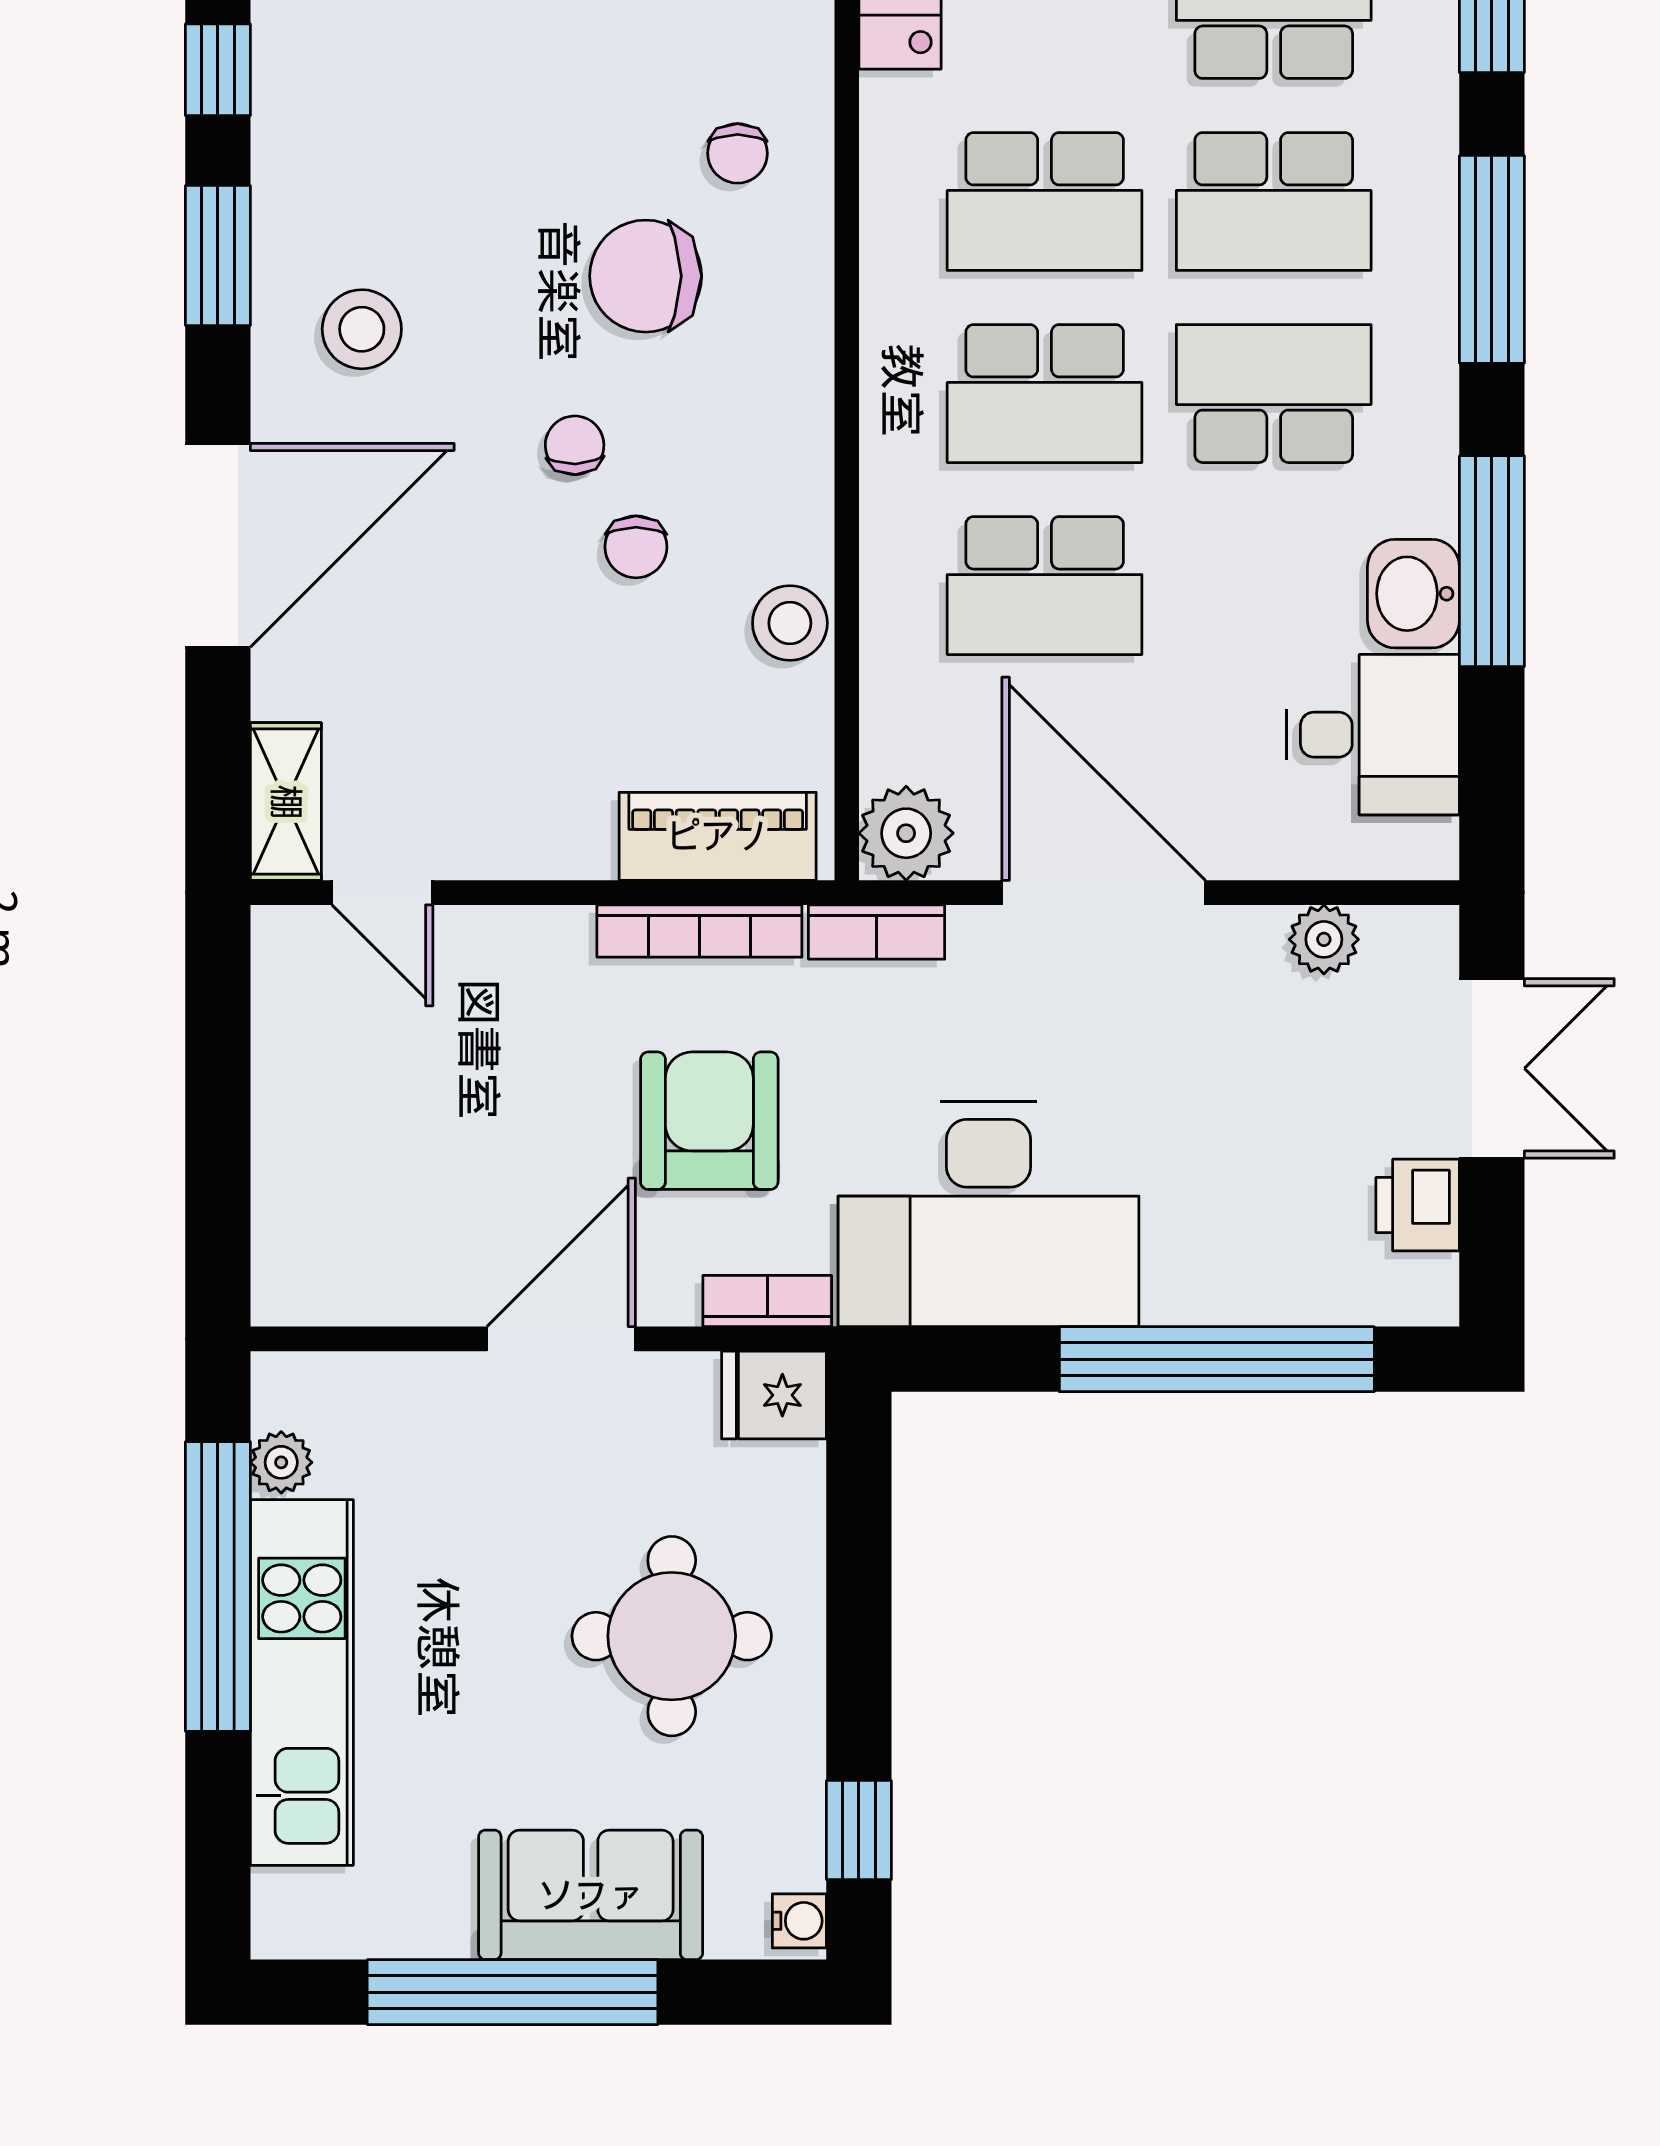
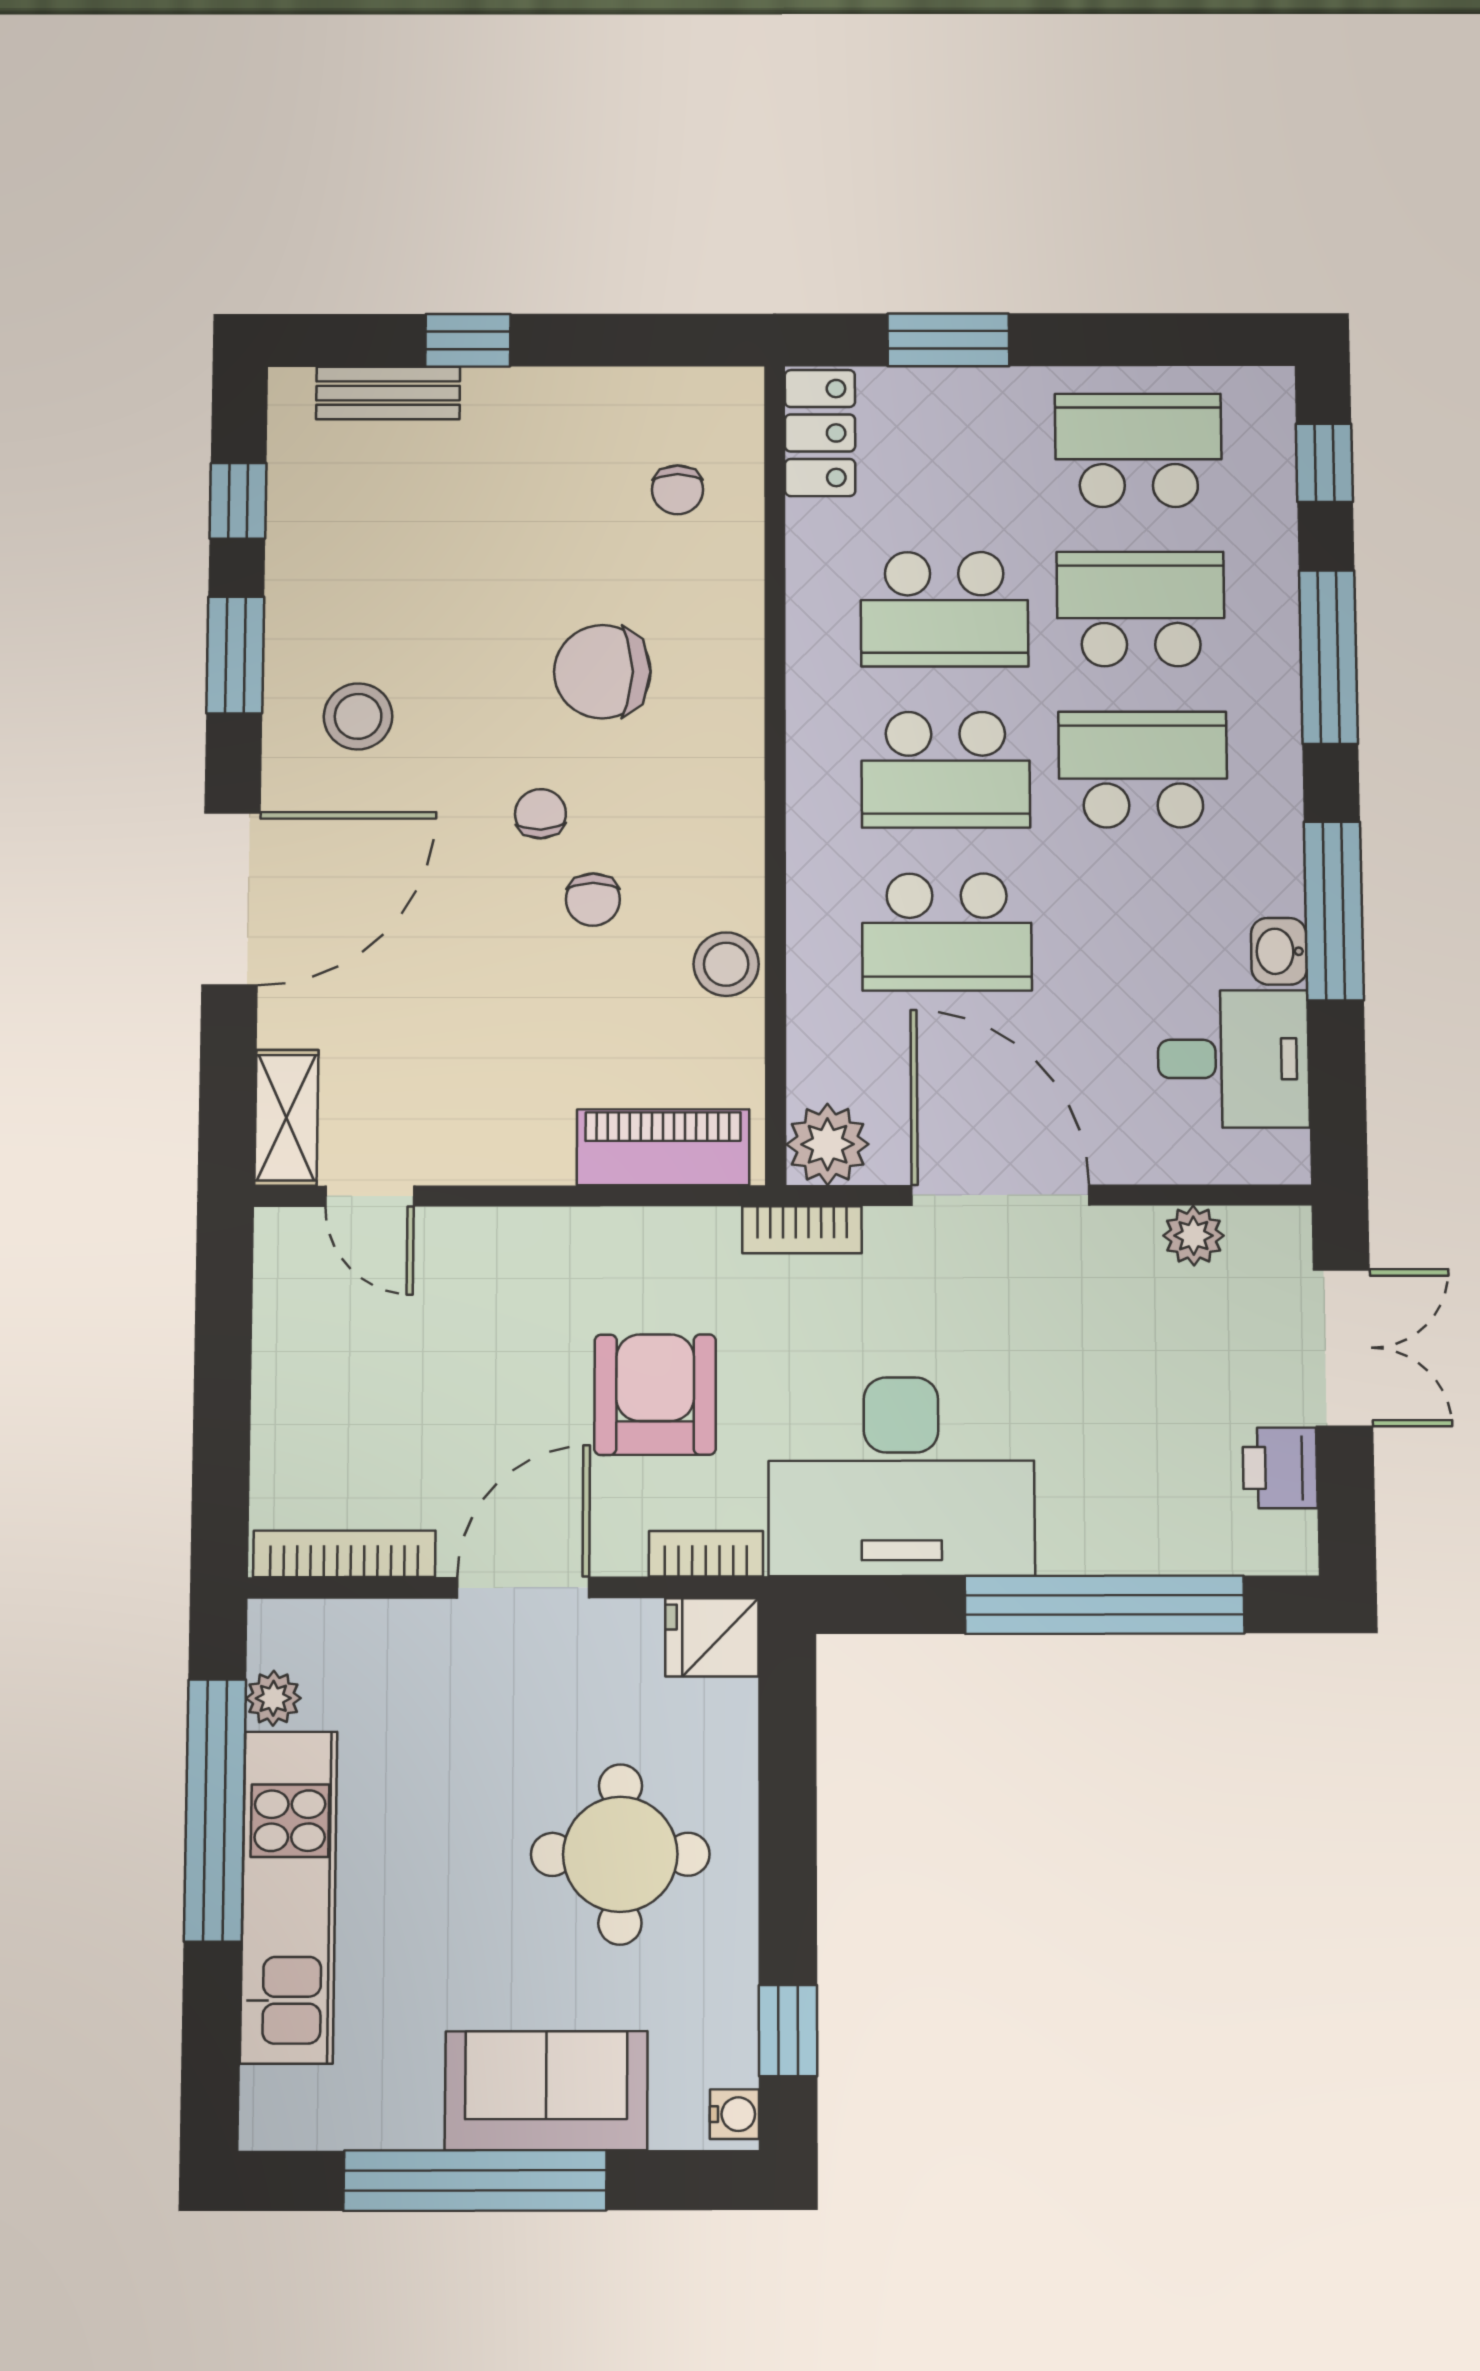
chair: (738, 153) -> (678, 490), moved
school desk: (1274, 201) -> (1141, 609), turned 180
washbasin: (1413, 594) -> (1279, 951), width x0.72, depth x0.69
bookcase: (699, 931) -> (344, 1554), moved, turned 180

